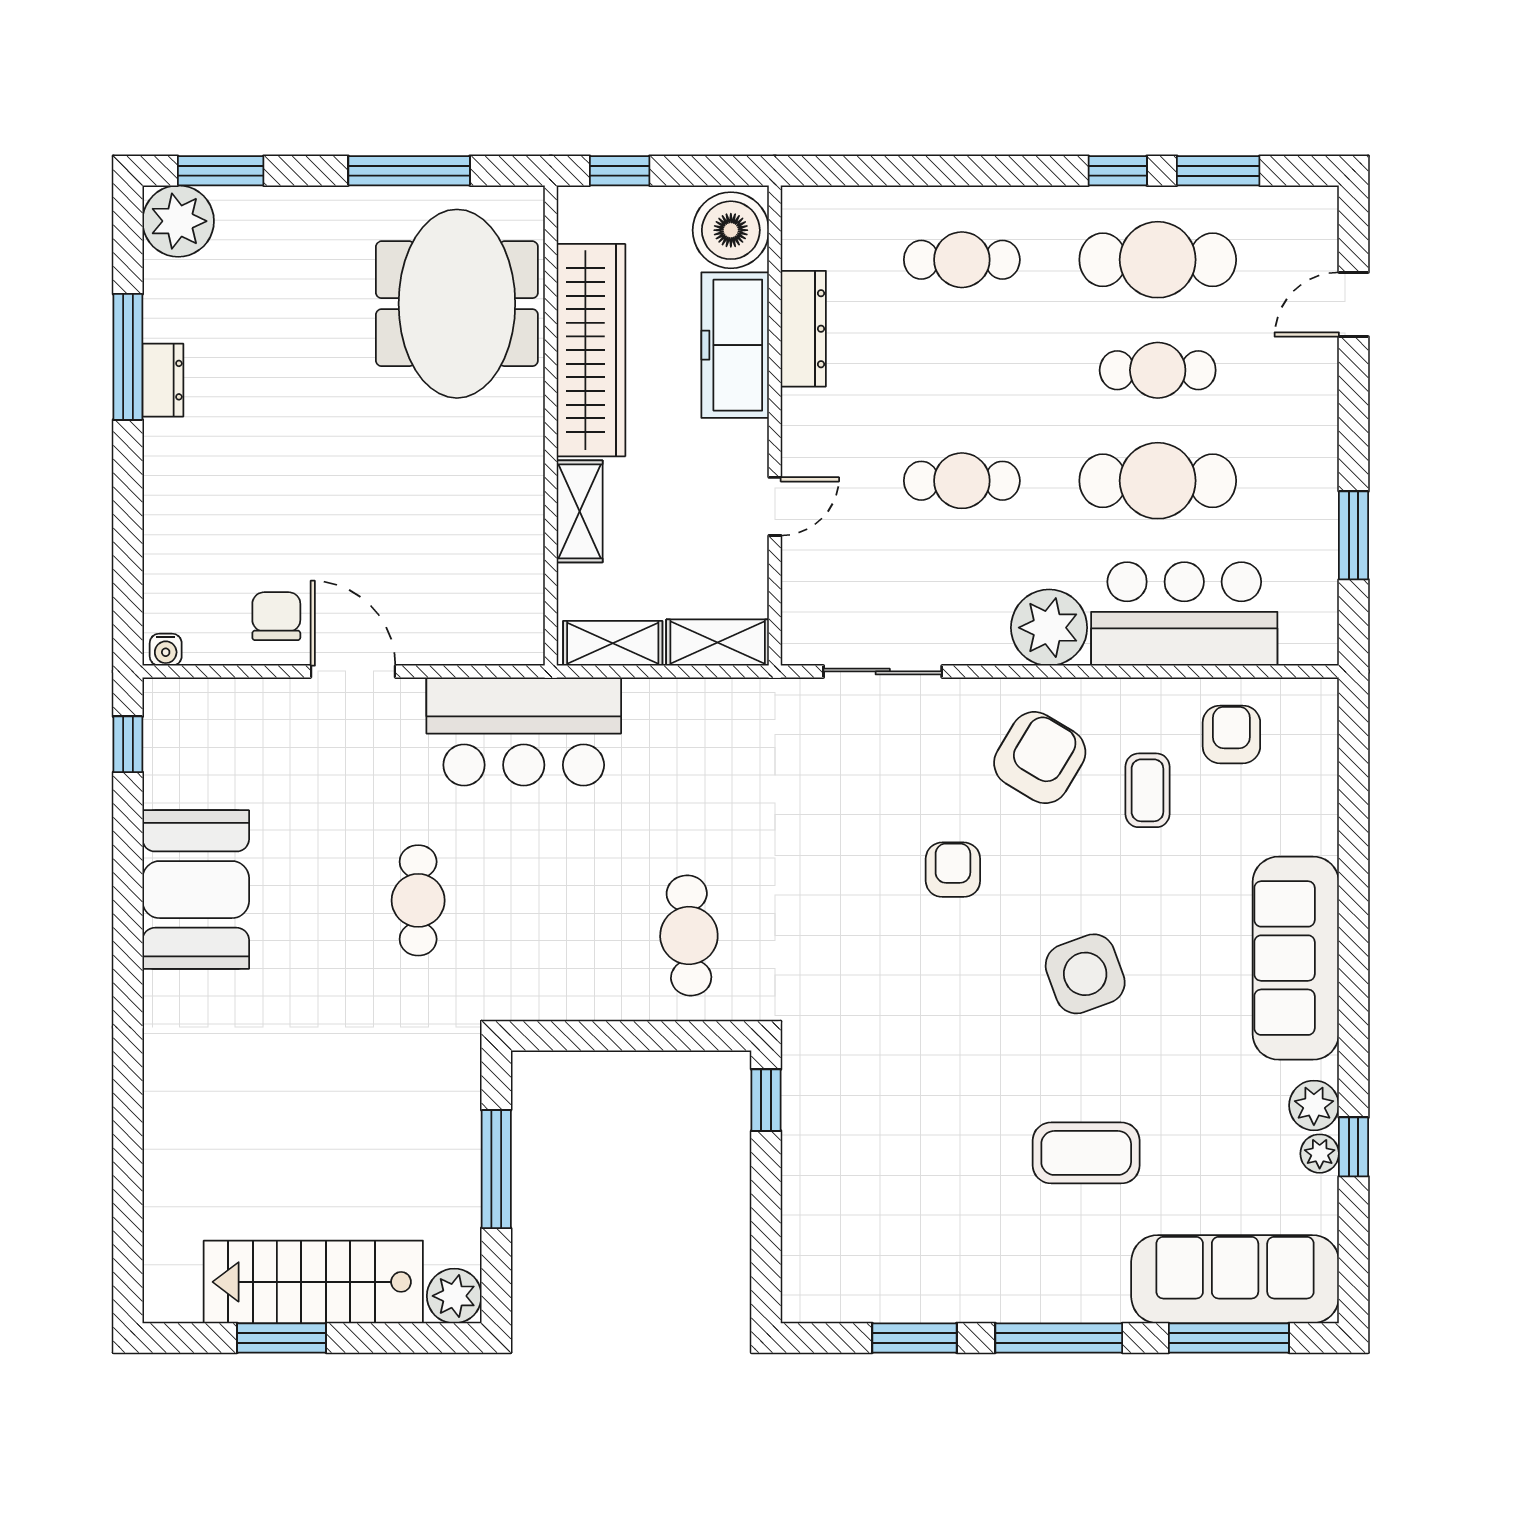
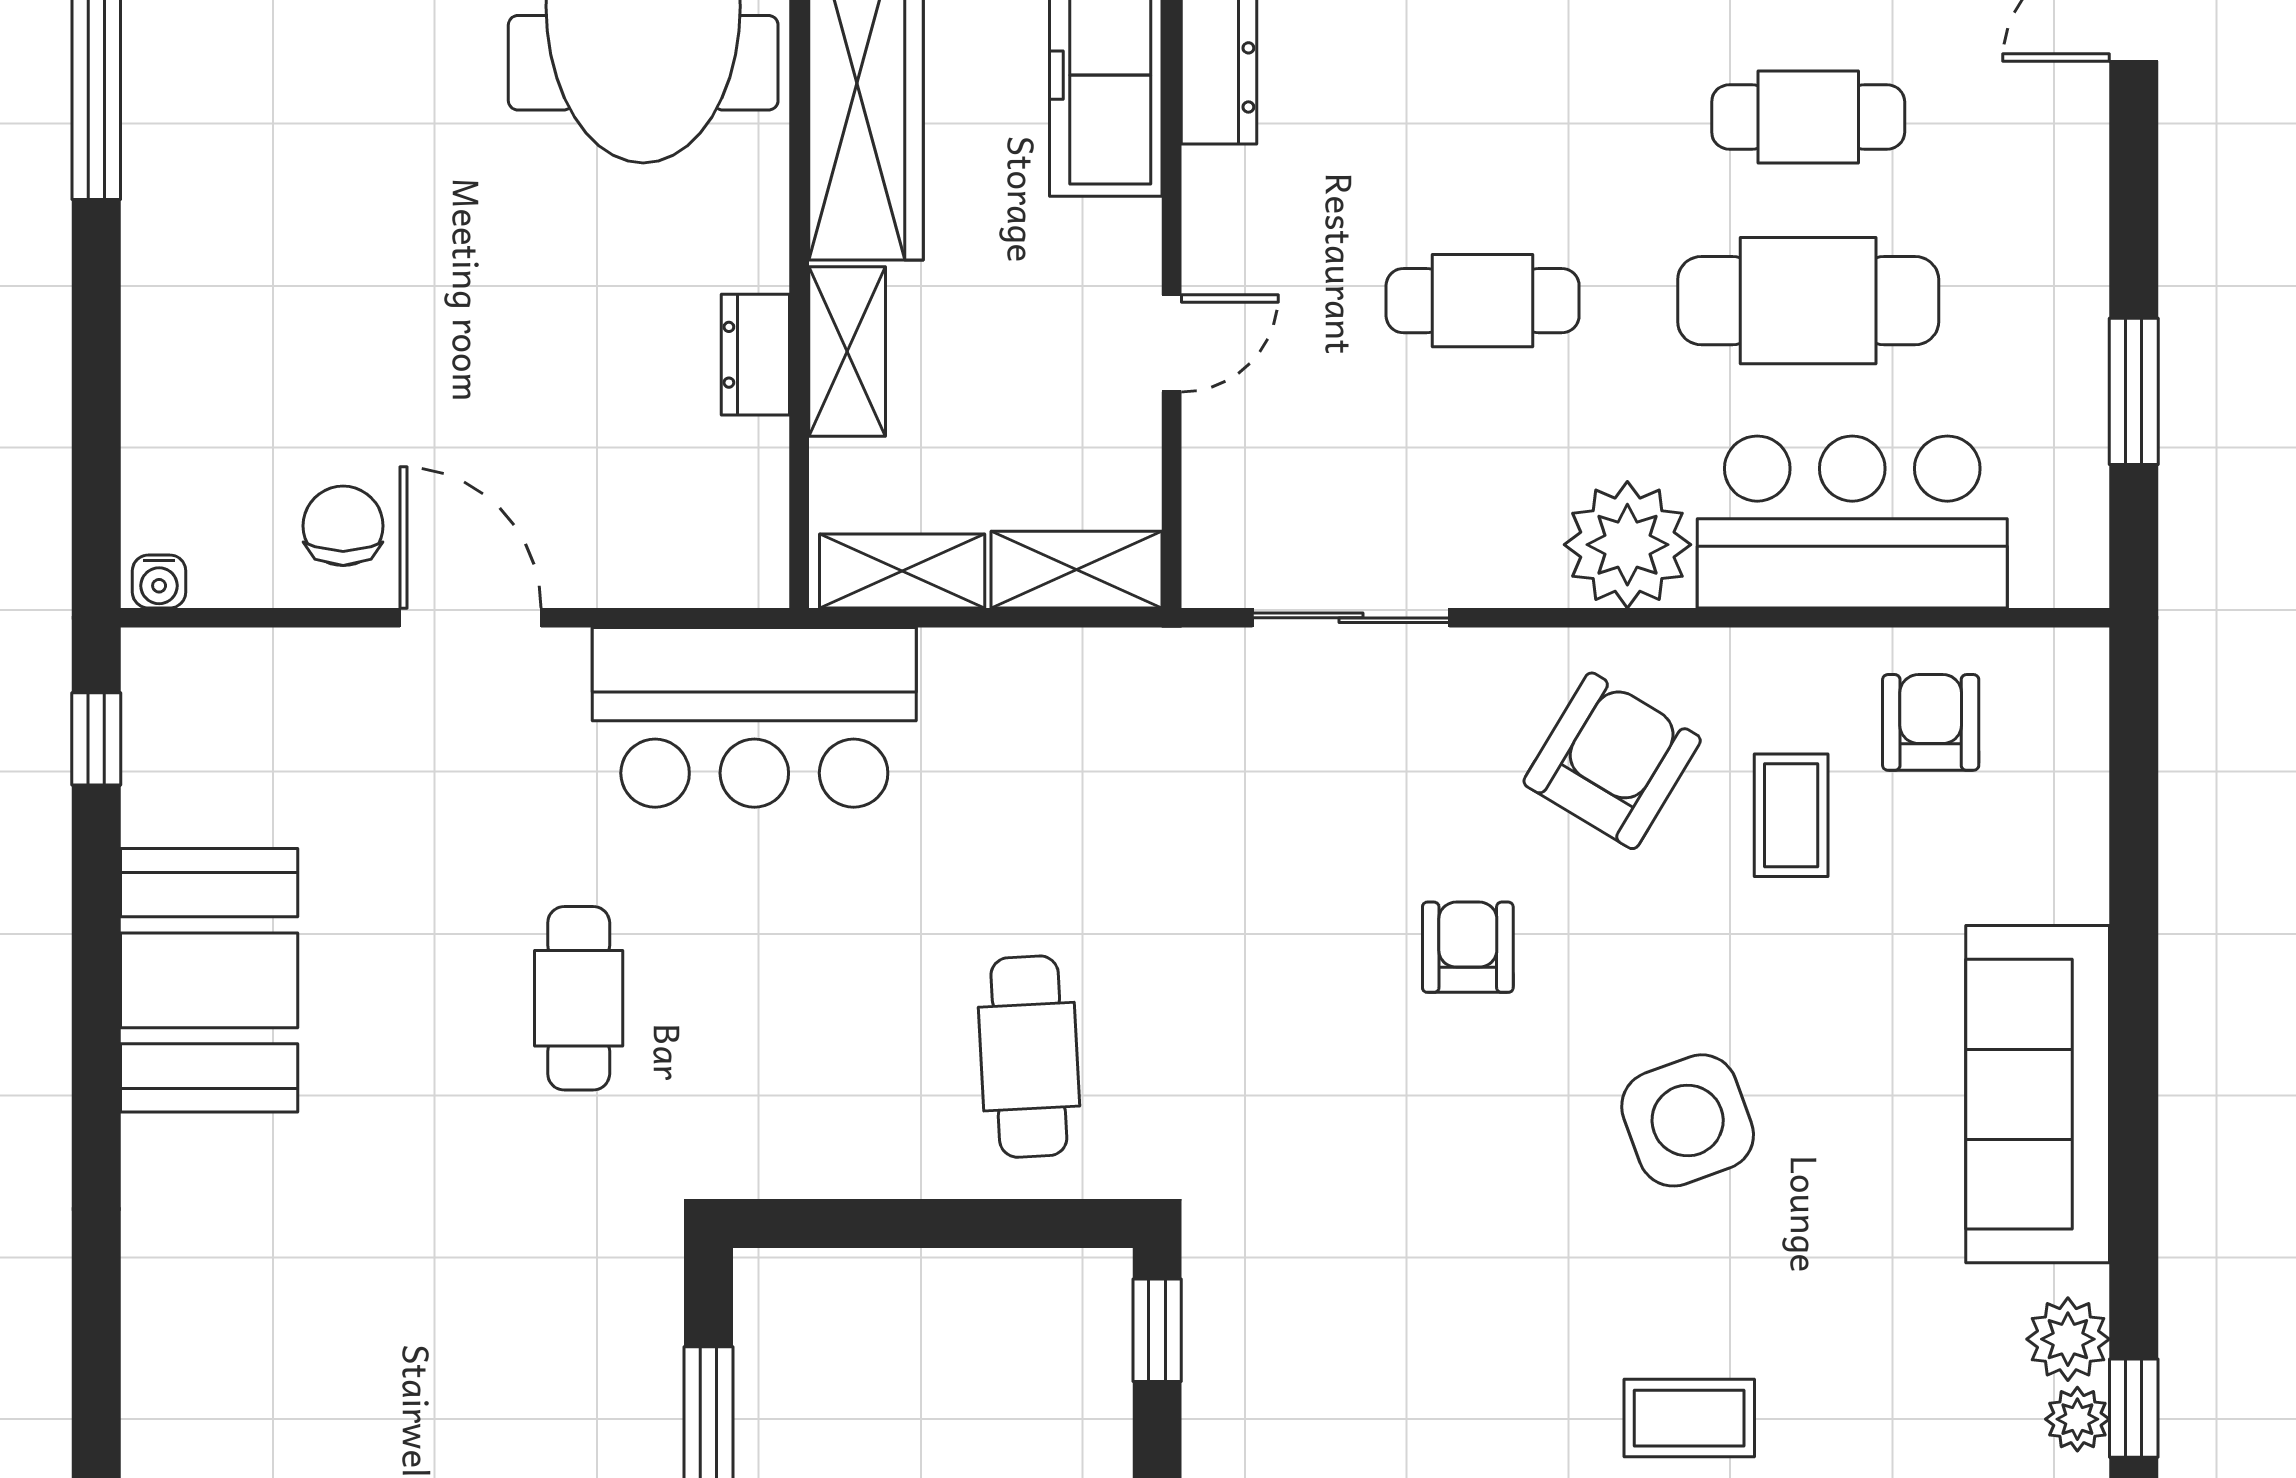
dresser: (163, 380) -> (755, 355), moved, turned 180
coffee table: (1086, 1153) -> (1689, 1418), width x0.73, depth x0.77

